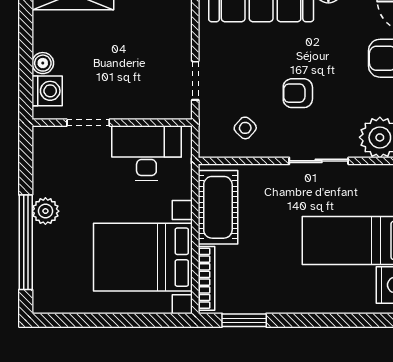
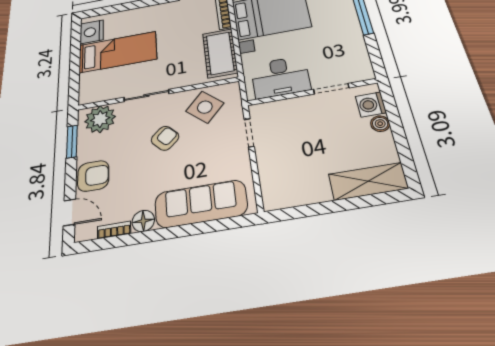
armchair: (298, 93) -> (165, 138), turned -44
side table: (245, 128) -> (205, 107), width x1.87, depth x1.87
plant: (45, 211) -> (351, 27), removed

